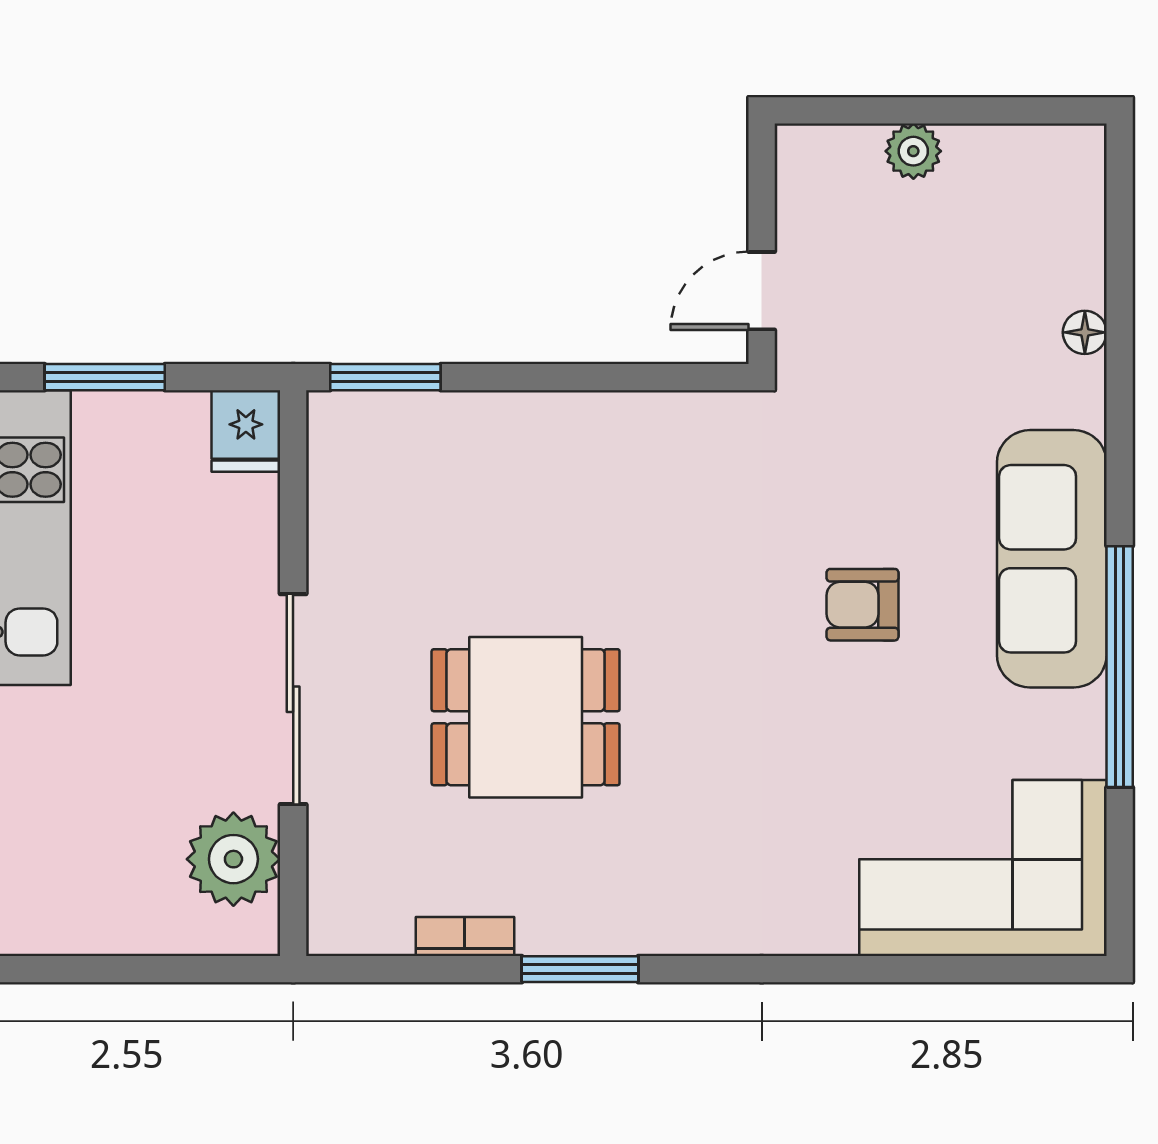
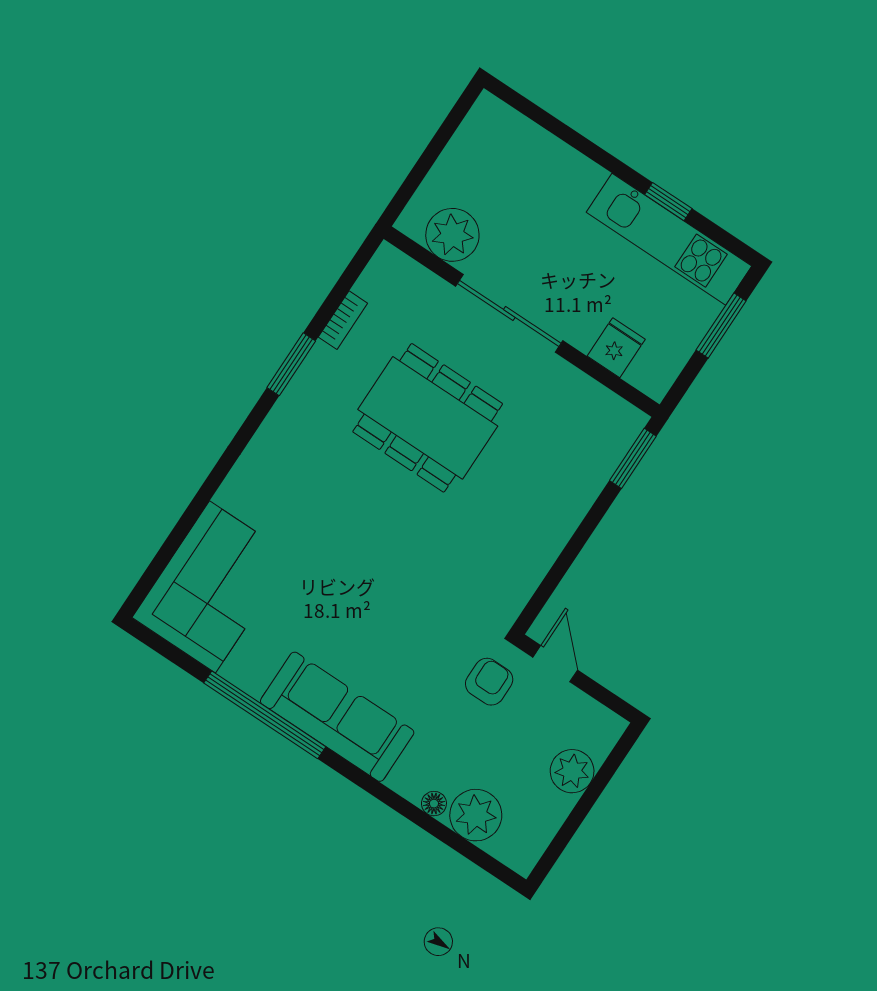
plant: (913, 151) -> (572, 771), width x1.38, depth x1.38
plant: (1061, 260) -> (476, 815), added
fridge: (246, 431) -> (616, 348), moved, turned 90
armchair: (863, 605) -> (489, 682), moved
dining table: (526, 717) -> (428, 418), width x1.37

